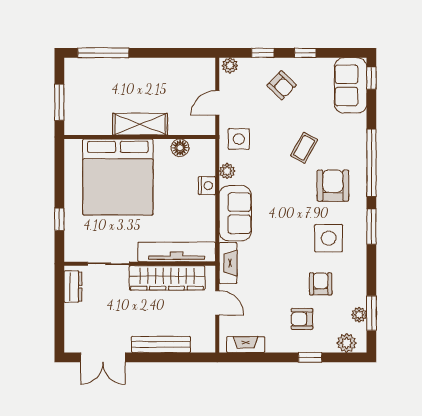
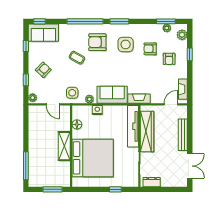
window: (305, 53) -> (26, 46), moved
door: (217, 303) -> (171, 104), moved

